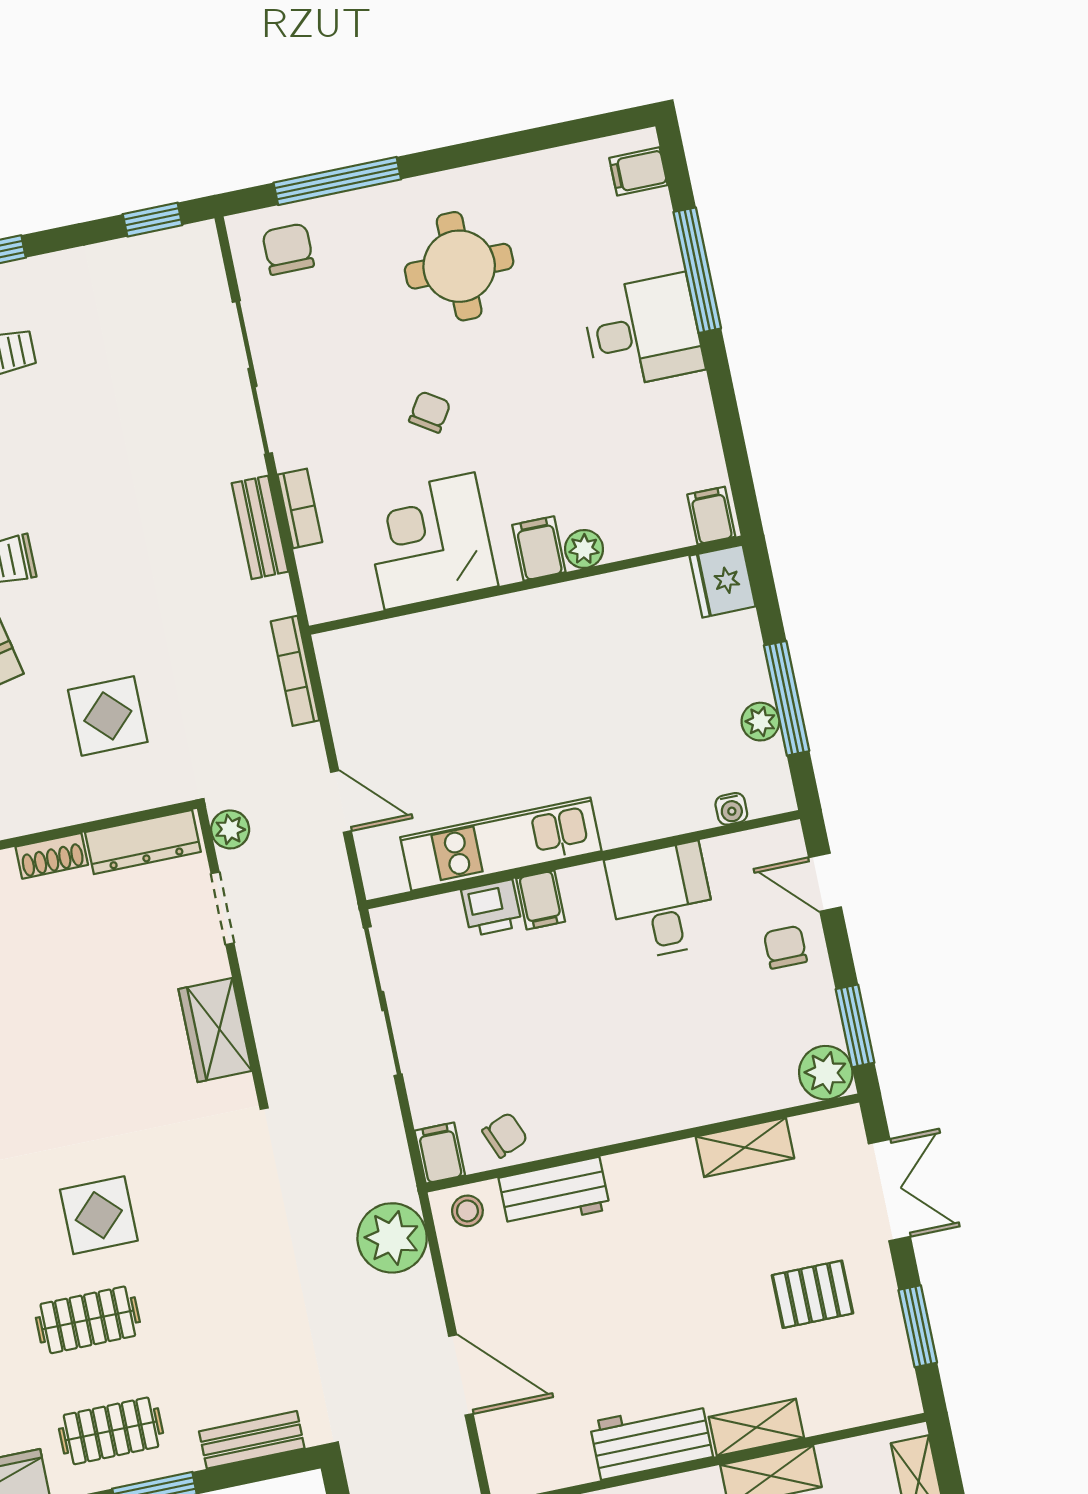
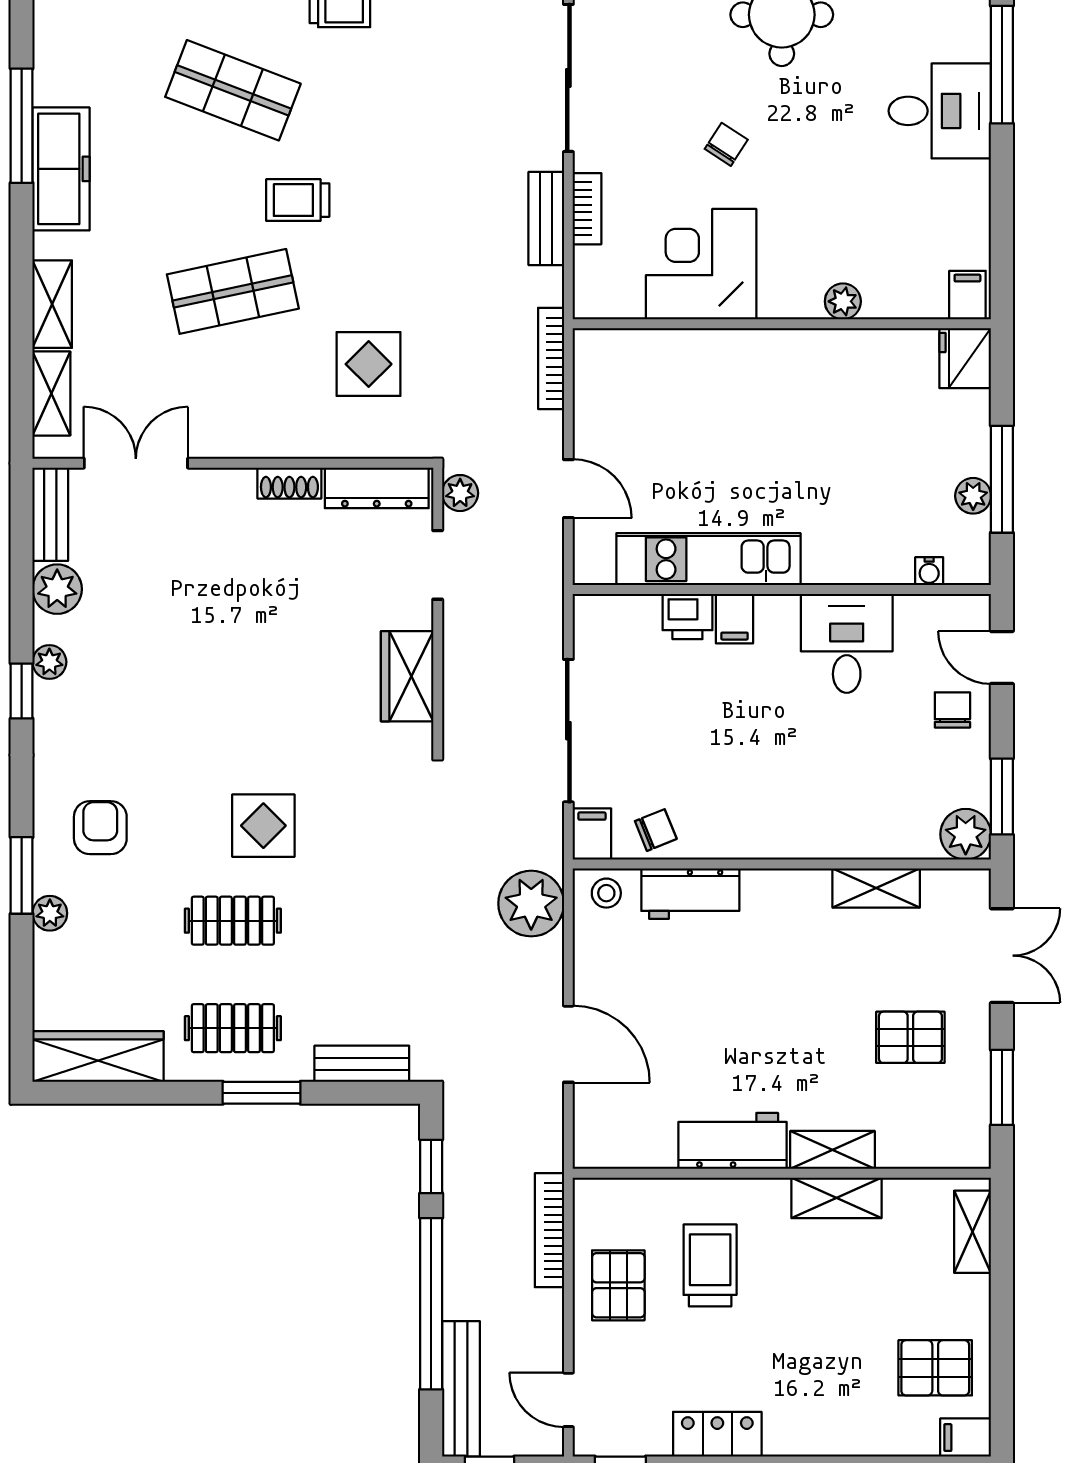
filing cabinet: (539, 549) -> (801, 292), removed
sliding door: (383, 1001) -> (568, 731), moved

